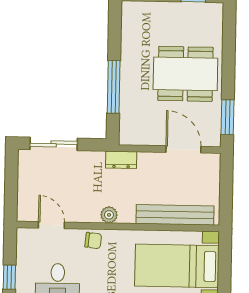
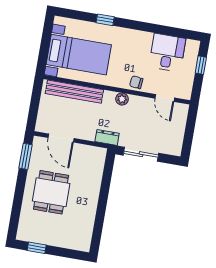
dining table: (185, 74) -> (51, 192), width x0.73
window: (114, 87) -> (104, 191), removed
sliding door: (54, 144) -> (141, 154), moved

